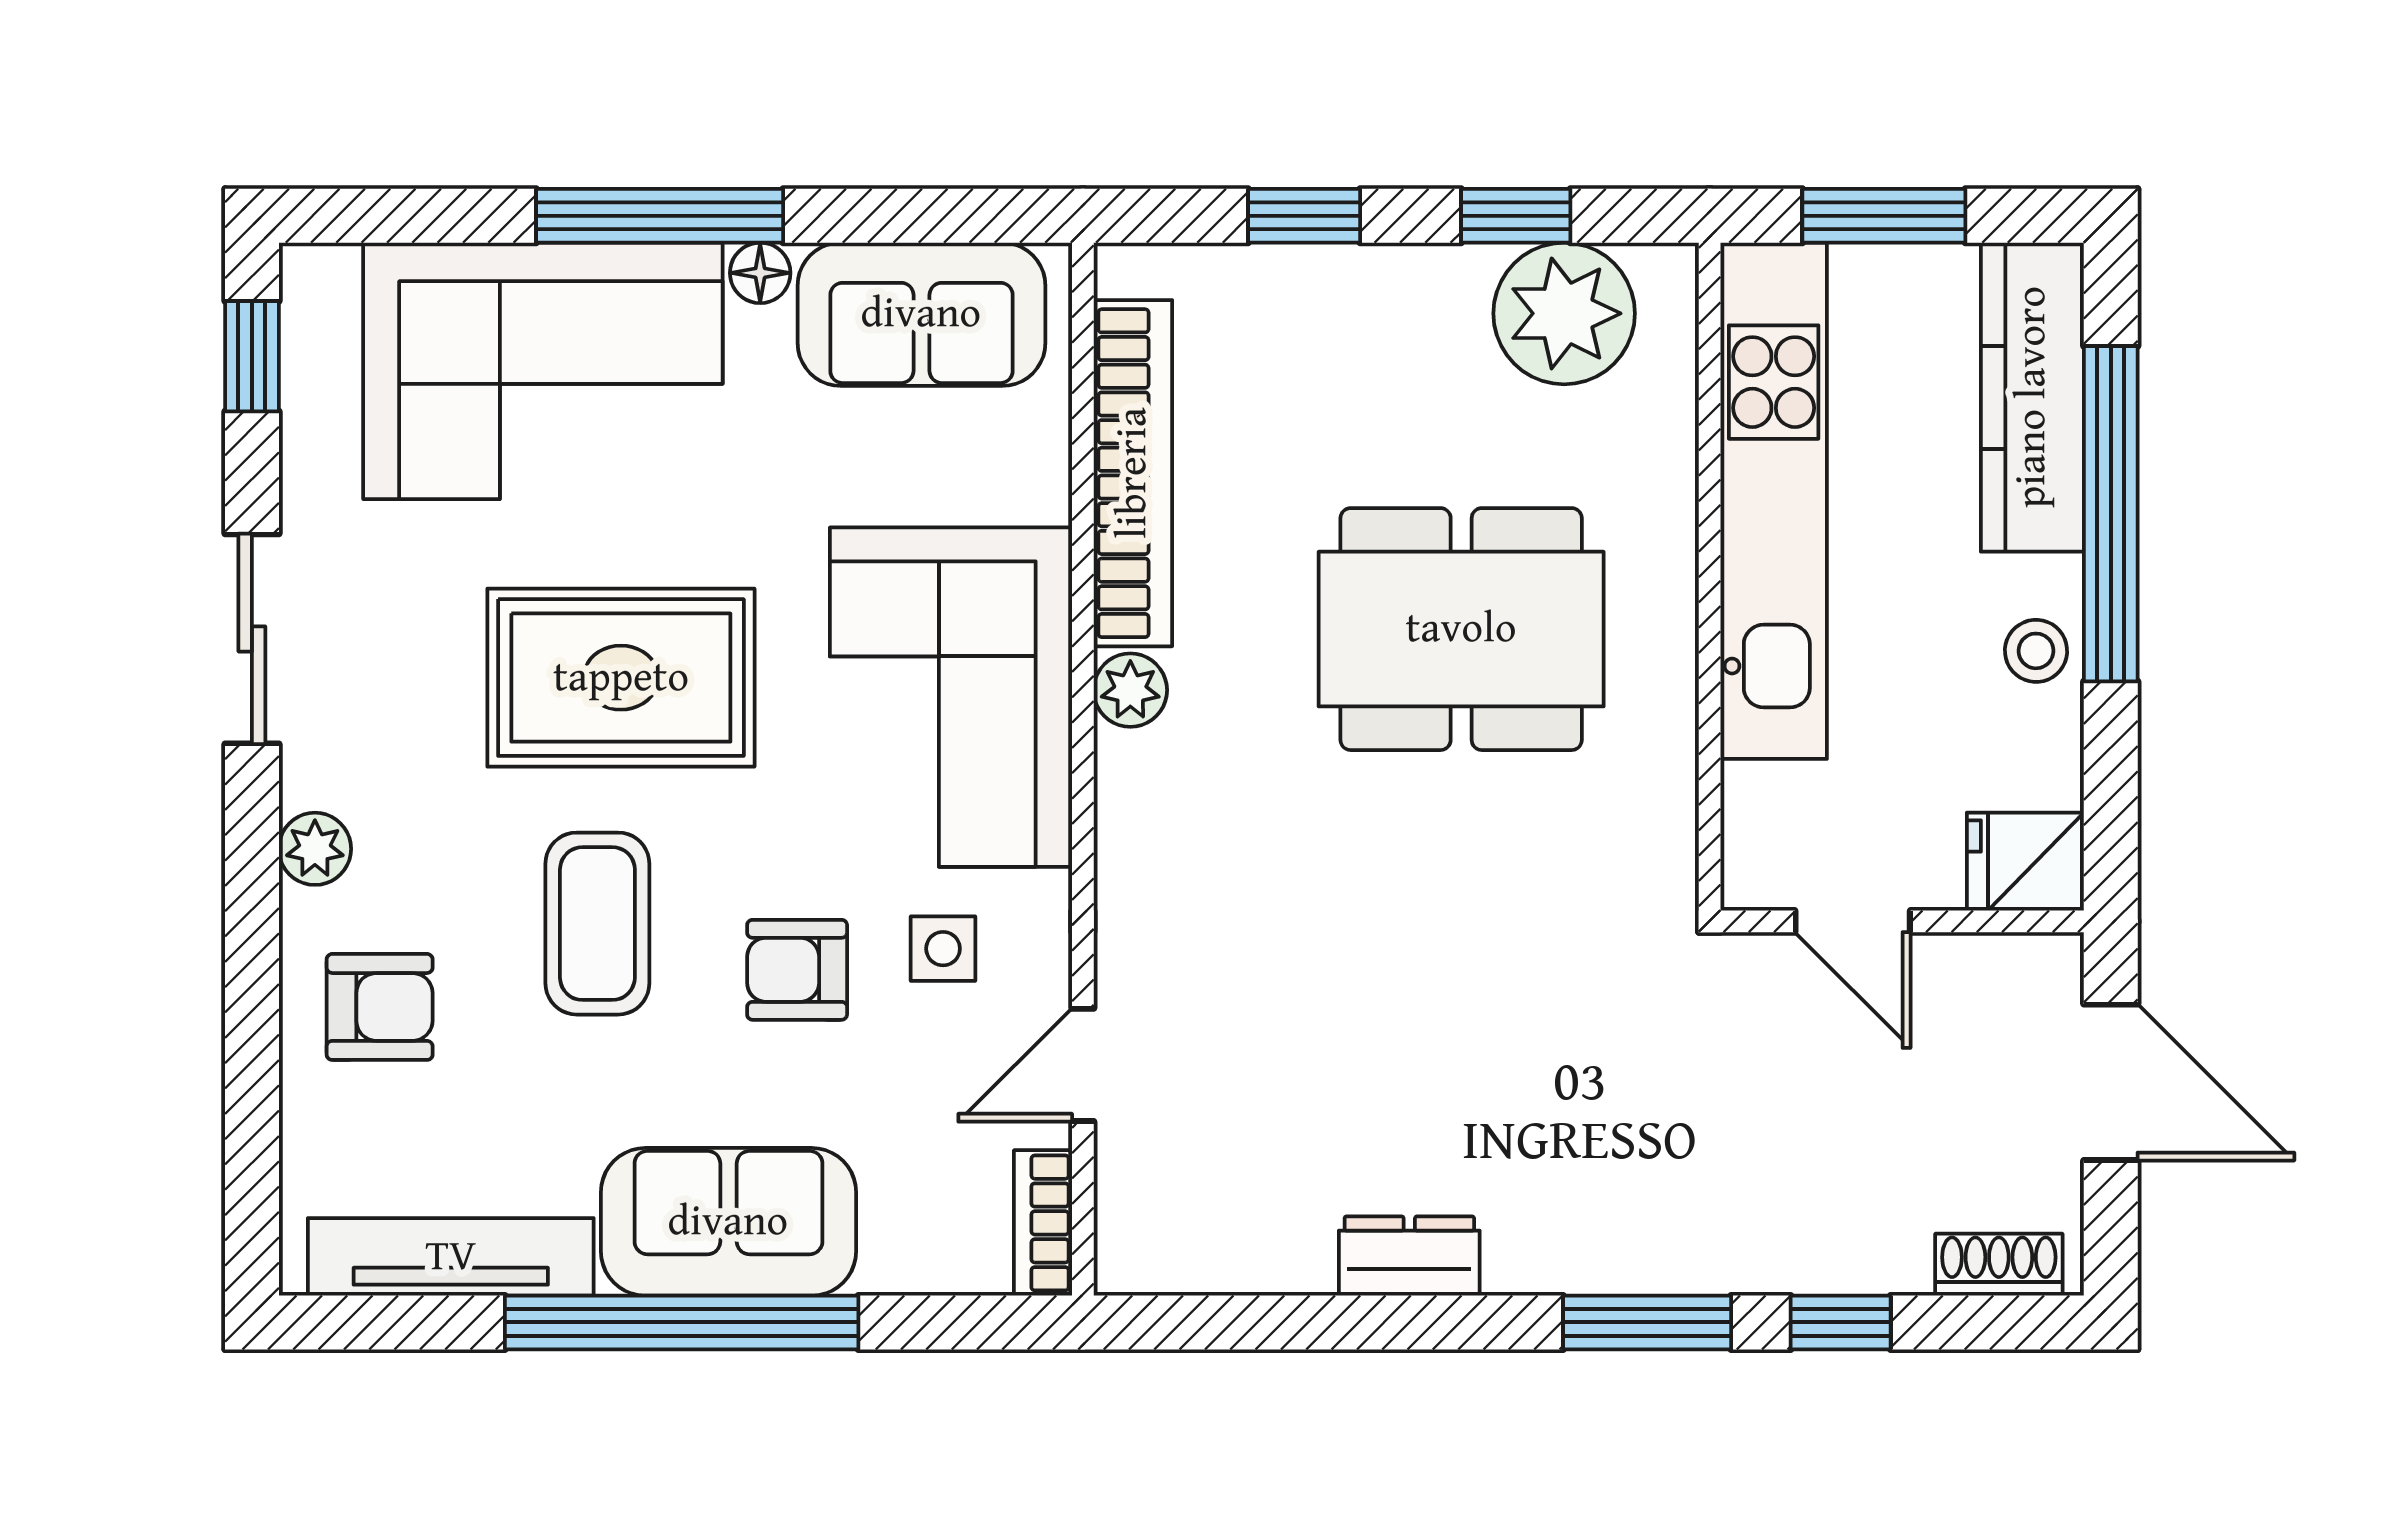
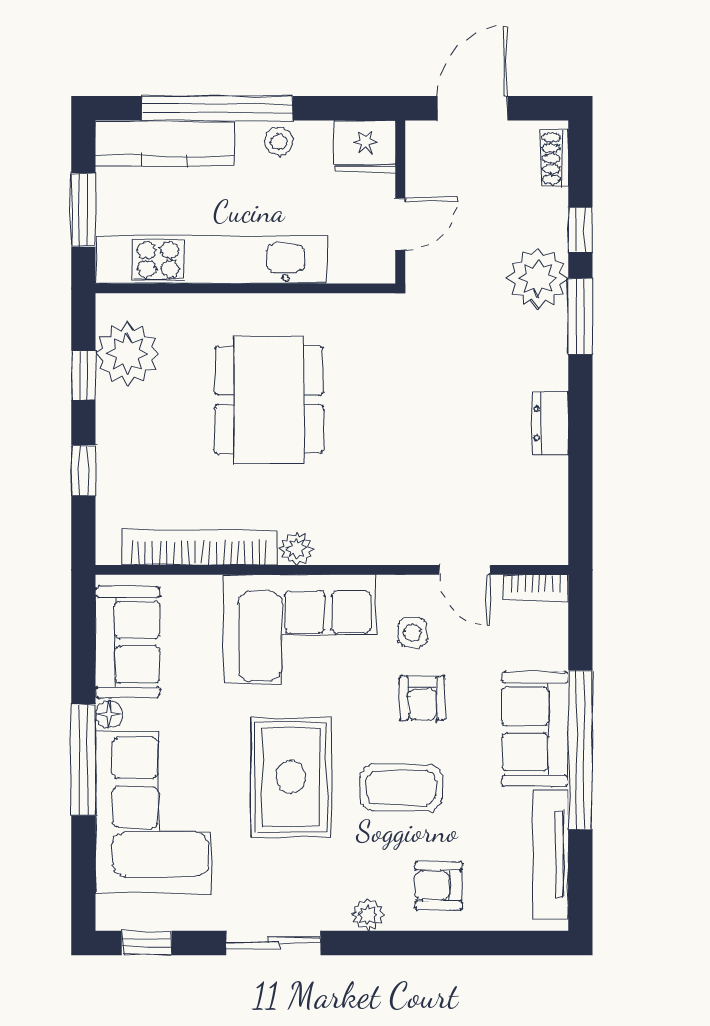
fridge: (2025, 862) -> (365, 147), width x1.38
armchair: (380, 1007) -> (439, 886), turned -90
plant: (1732, 1228) -> (538, 278), added

